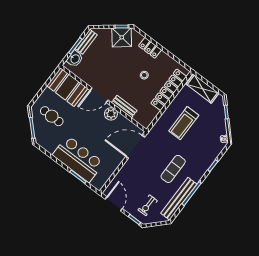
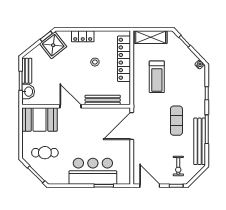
door: (99, 95) -> (70, 106), swing flipped
bench: (124, 107) -> (103, 100), width x1.36
plant: (111, 114) -> (92, 114), removed

